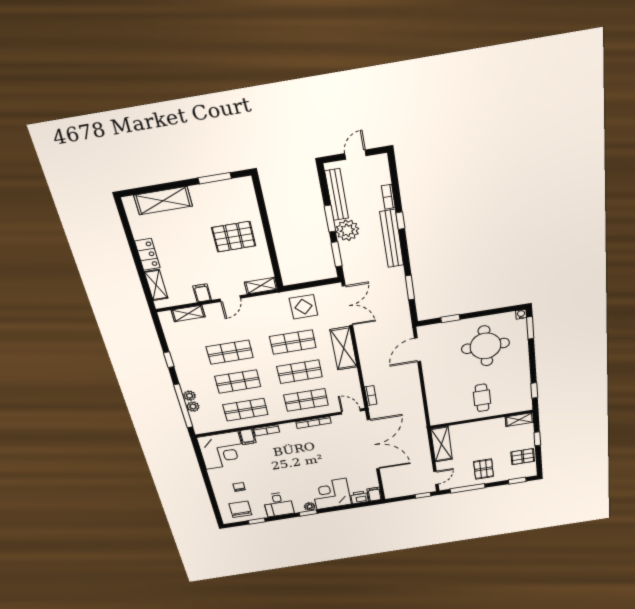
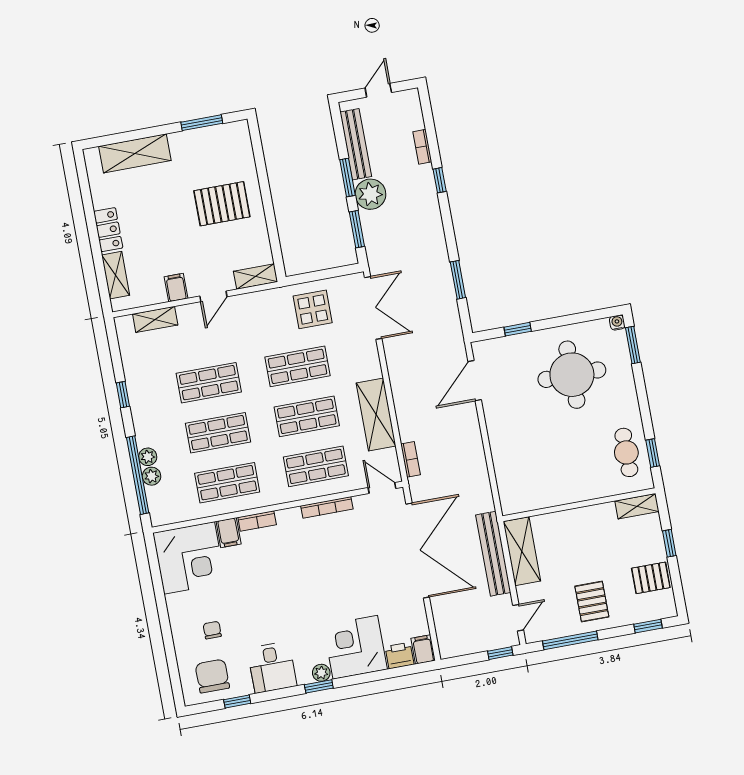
bench: (392, 239) -> (493, 554), moved
shelving: (344, 348) -> (376, 415), moved
cafe table: (482, 398) -> (626, 452), moved

